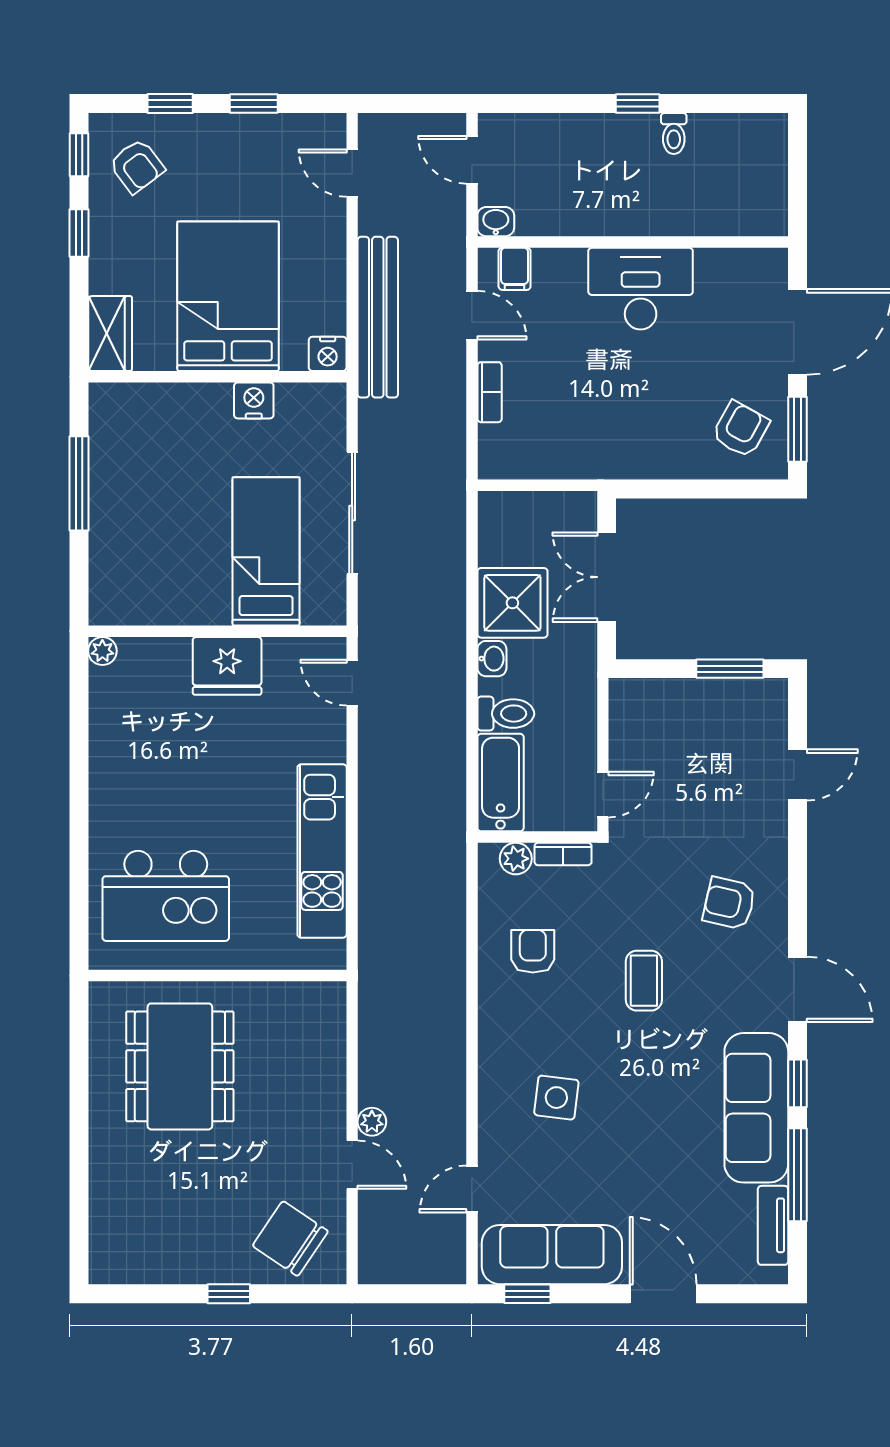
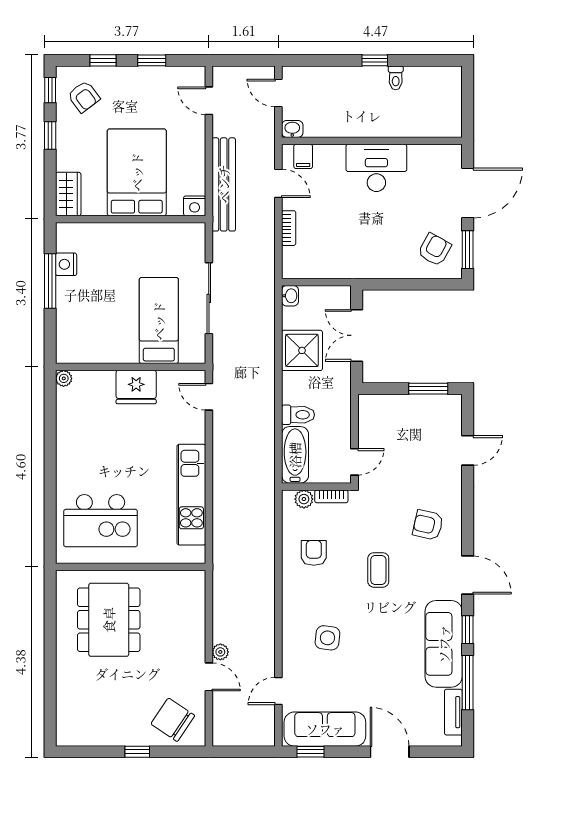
nightstand: (254, 400) -> (66, 264), moved, turned -90
washbasin: (492, 659) -> (290, 296), moved

